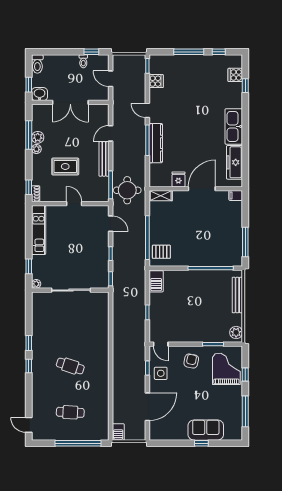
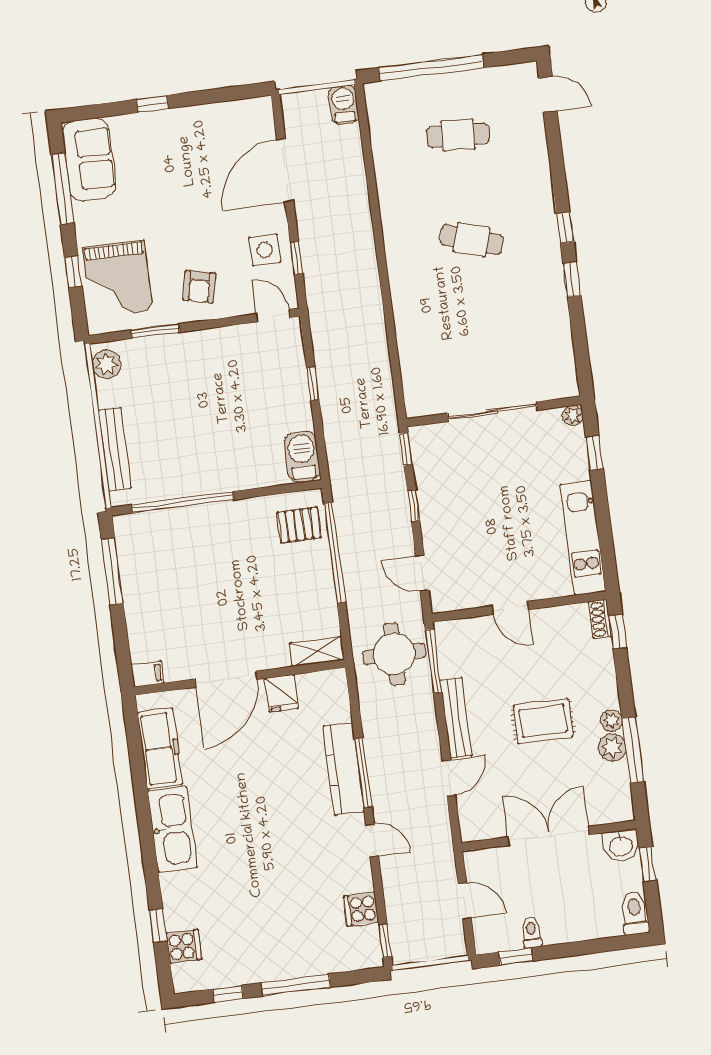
rug: (65, 166) -> (543, 721), moved
sofa: (206, 430) -> (89, 159), moved, turned -90

